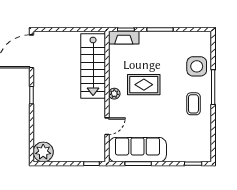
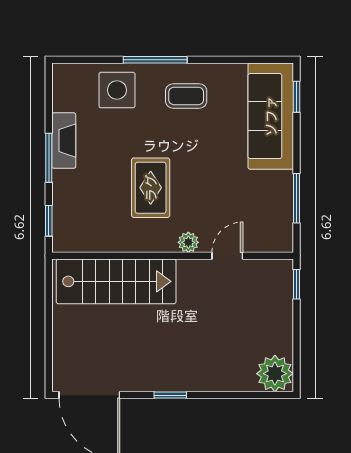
fireplace: (124, 38) -> (64, 141), moved
plant: (114, 94) -> (188, 242), moved
door: (107, 126) -> (227, 256), hinge flipped
sofa: (137, 150) -> (271, 116), moved

